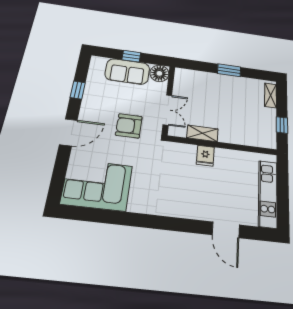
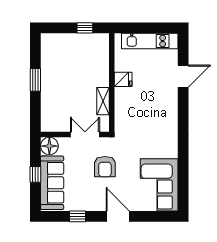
sofa: (127, 71) -> (52, 183), width x1.36
shelving: (271, 95) -> (56, 39), removed
fridge: (205, 156) -> (123, 79), moved

